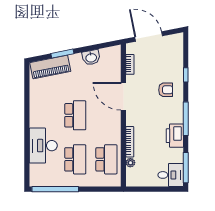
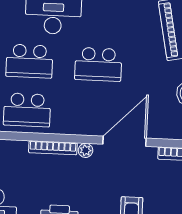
plant: (130, 163) -> (85, 150), moved

